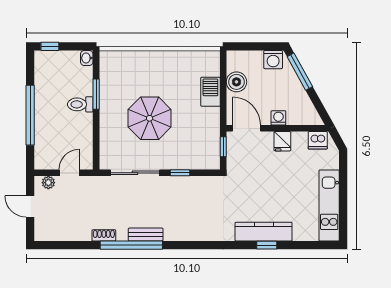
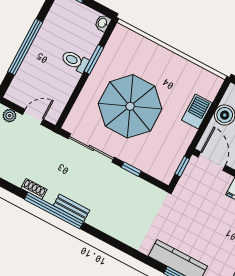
parasol: (150, 118) -> (130, 106), width x1.36, depth x1.36

